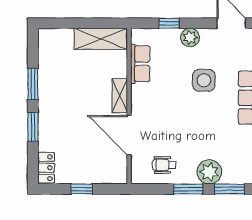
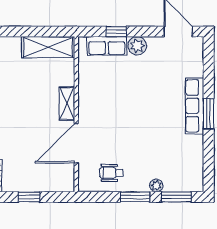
row of seats: (140, 64) -> (107, 46), moved, turned 90
side table: (204, 80) -> (151, 88), removed
door: (129, 135) -> (76, 143), hinge flipped
plant: (209, 172) -> (156, 185), width x0.53, depth x0.53

